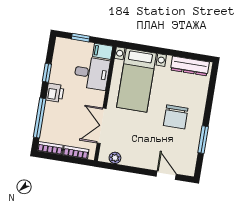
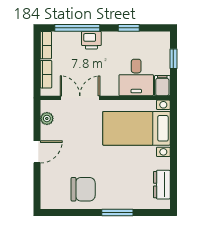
dresser: (190, 66) -> (162, 185), width x0.70
printer: (55, 93) -> (91, 40), moved
chair: (176, 117) -> (83, 189), moved, turned 180
window: (203, 140) -> (117, 212), moved
door: (166, 175) -> (37, 152), moved

